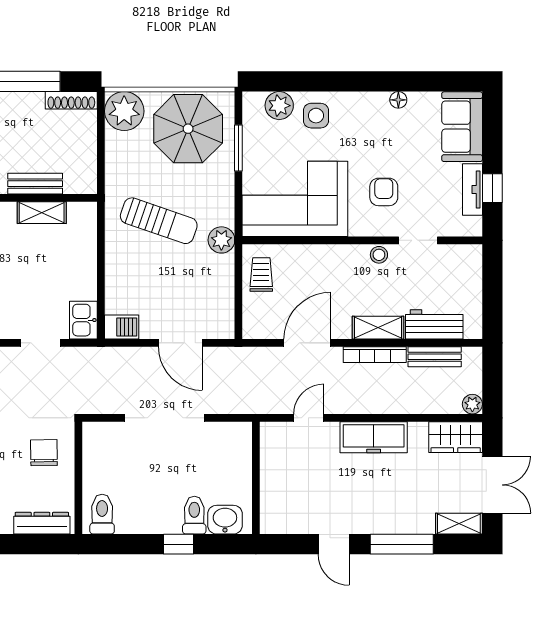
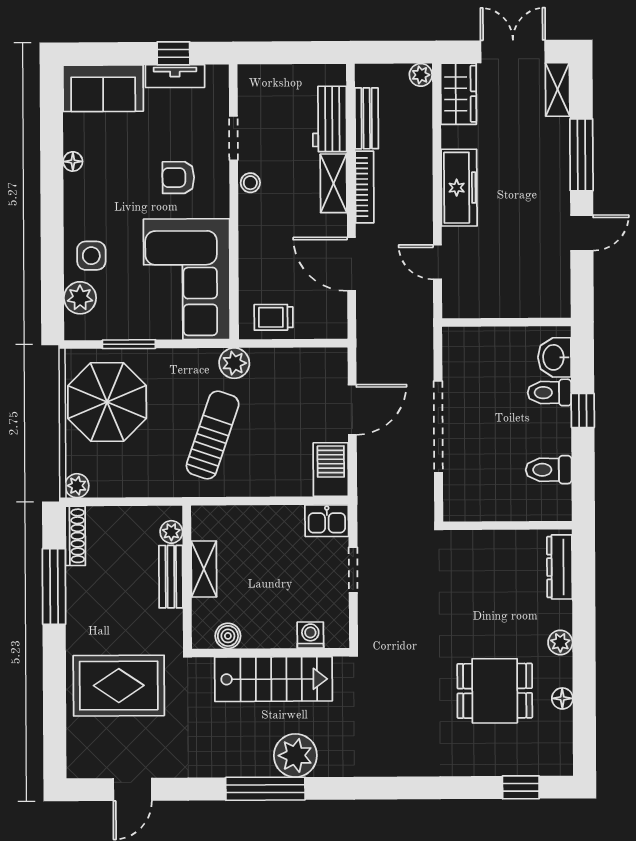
plant: (124, 111) -> (77, 486), width x0.53, depth x0.53
plant: (74, 184) -> (171, 532), added
barbecue: (122, 327) -> (331, 470), width x1.38, depth x1.27
chair: (44, 453) -> (479, 565), removed
toilet: (102, 514) -> (549, 470), moved

